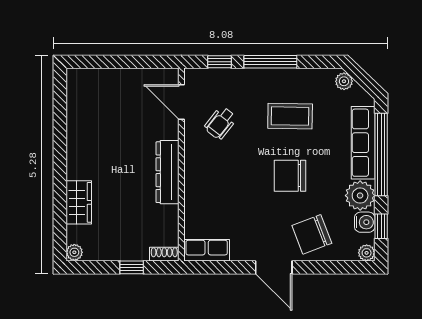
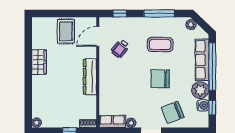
window: (270, 62) -> (159, 13), moved
rug: (125, 93) -> (66, 31), added
door: (181, 102) -> (98, 36), hinge flipped
wardrobe: (79, 202) -> (39, 62), moved
plant: (367, 253) -> (131, 123), moved

